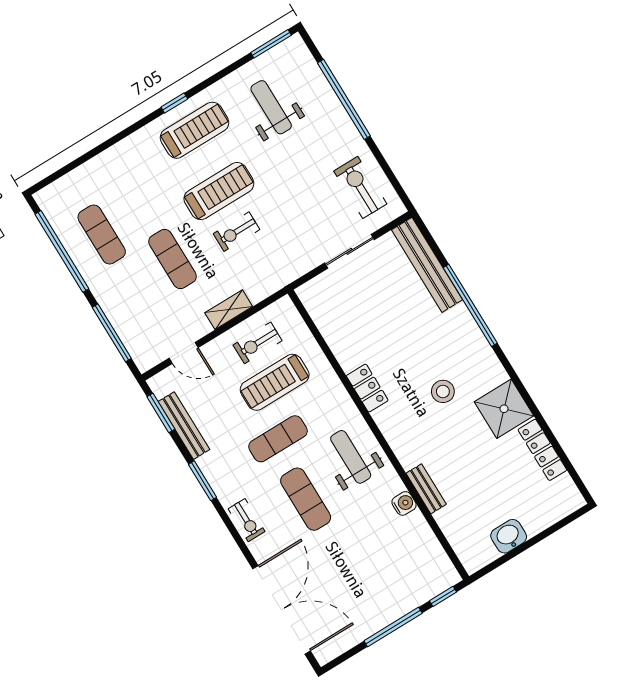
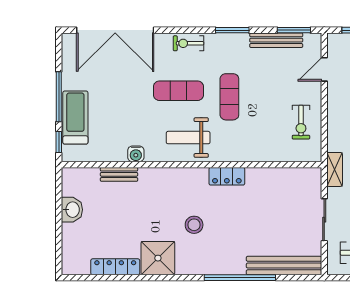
shelving: (229, 310) -> (335, 169), moved
exercise bike: (258, 343) -> (301, 122), turned 180
treadmill: (275, 382) -> (75, 118), moved
weight bench: (351, 457) -> (188, 138), turned 180
bench: (426, 489) -> (119, 174), moved

